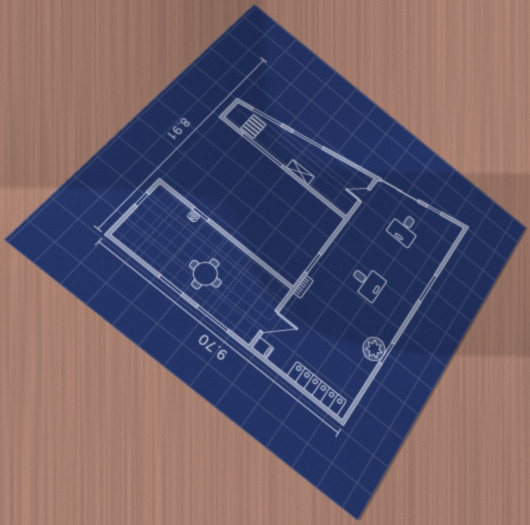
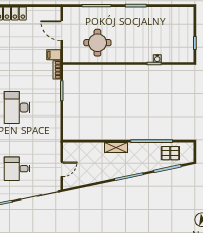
pallet: (253, 126) -> (170, 153), turned 90
desk: (404, 229) -> (17, 169), turned -90
round table: (205, 274) -> (97, 43), moved
desk: (367, 282) -> (17, 108), width x1.37
door: (269, 322) -> (62, 31), hinge flipped
filing cabinet: (263, 348) -> (54, 55), moved

